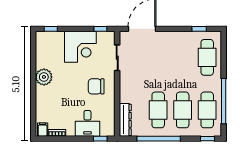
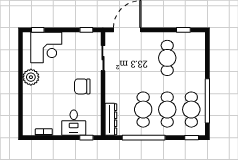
corner desk: (80, 47) -> (46, 47), moved
cafe table: (207, 57) -> (167, 58), moved
filing cabinet: (43, 130) -> (30, 129), removed

